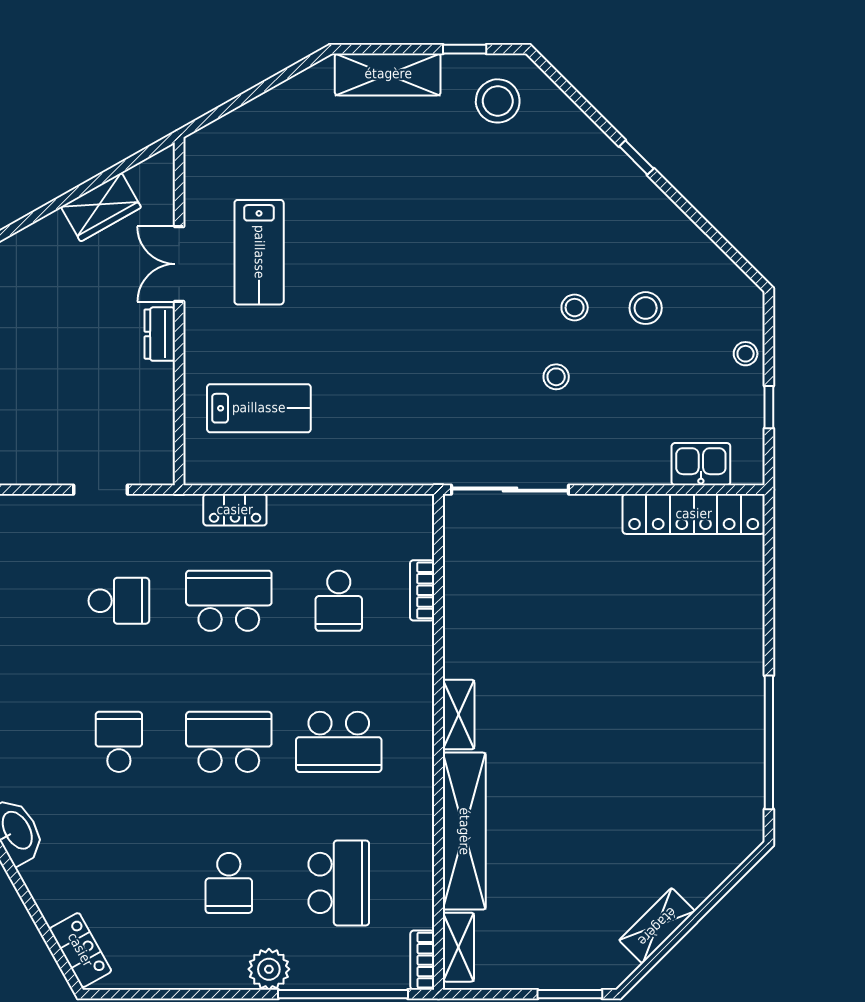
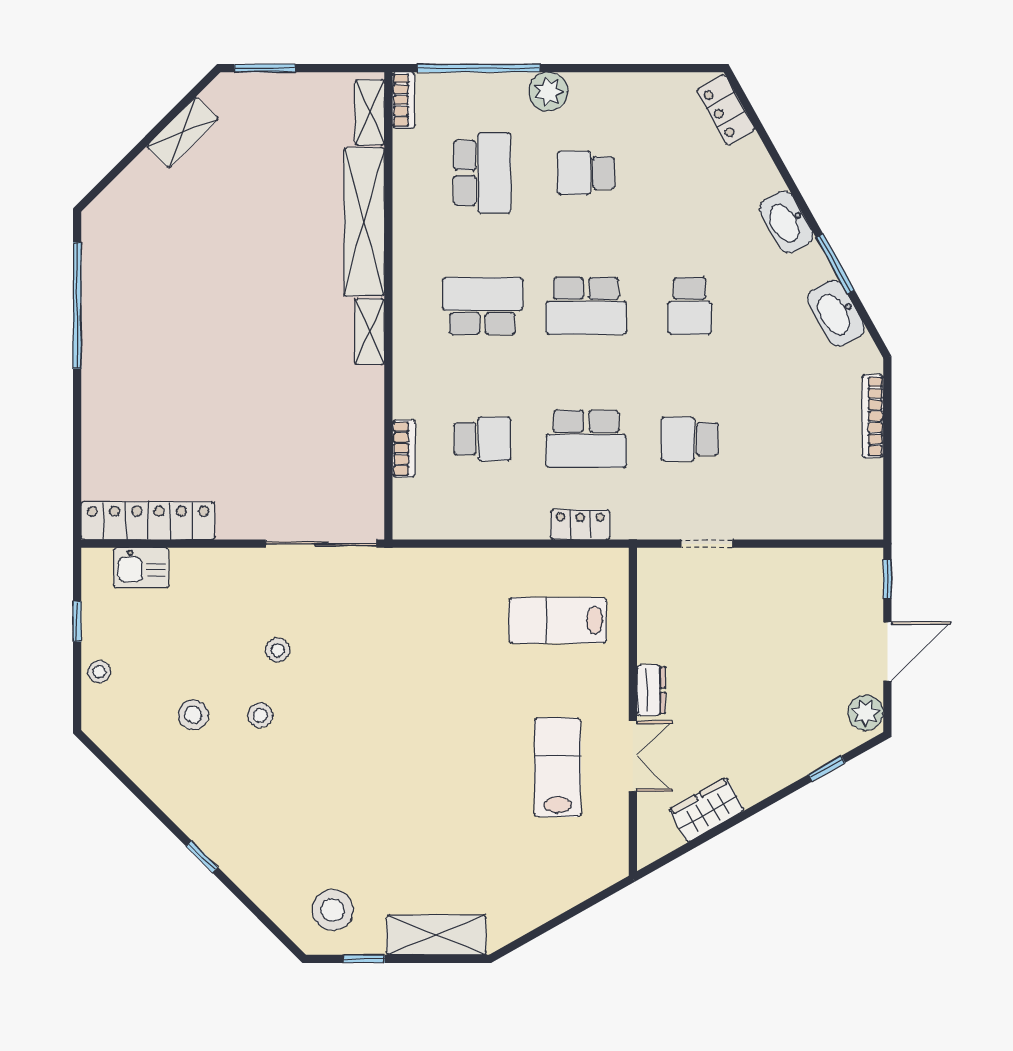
school desk: (339, 601) -> (482, 439), turned 90
school desk: (229, 883) -> (586, 173), turned -90
school desk: (339, 883) -> (482, 173), turned 180

